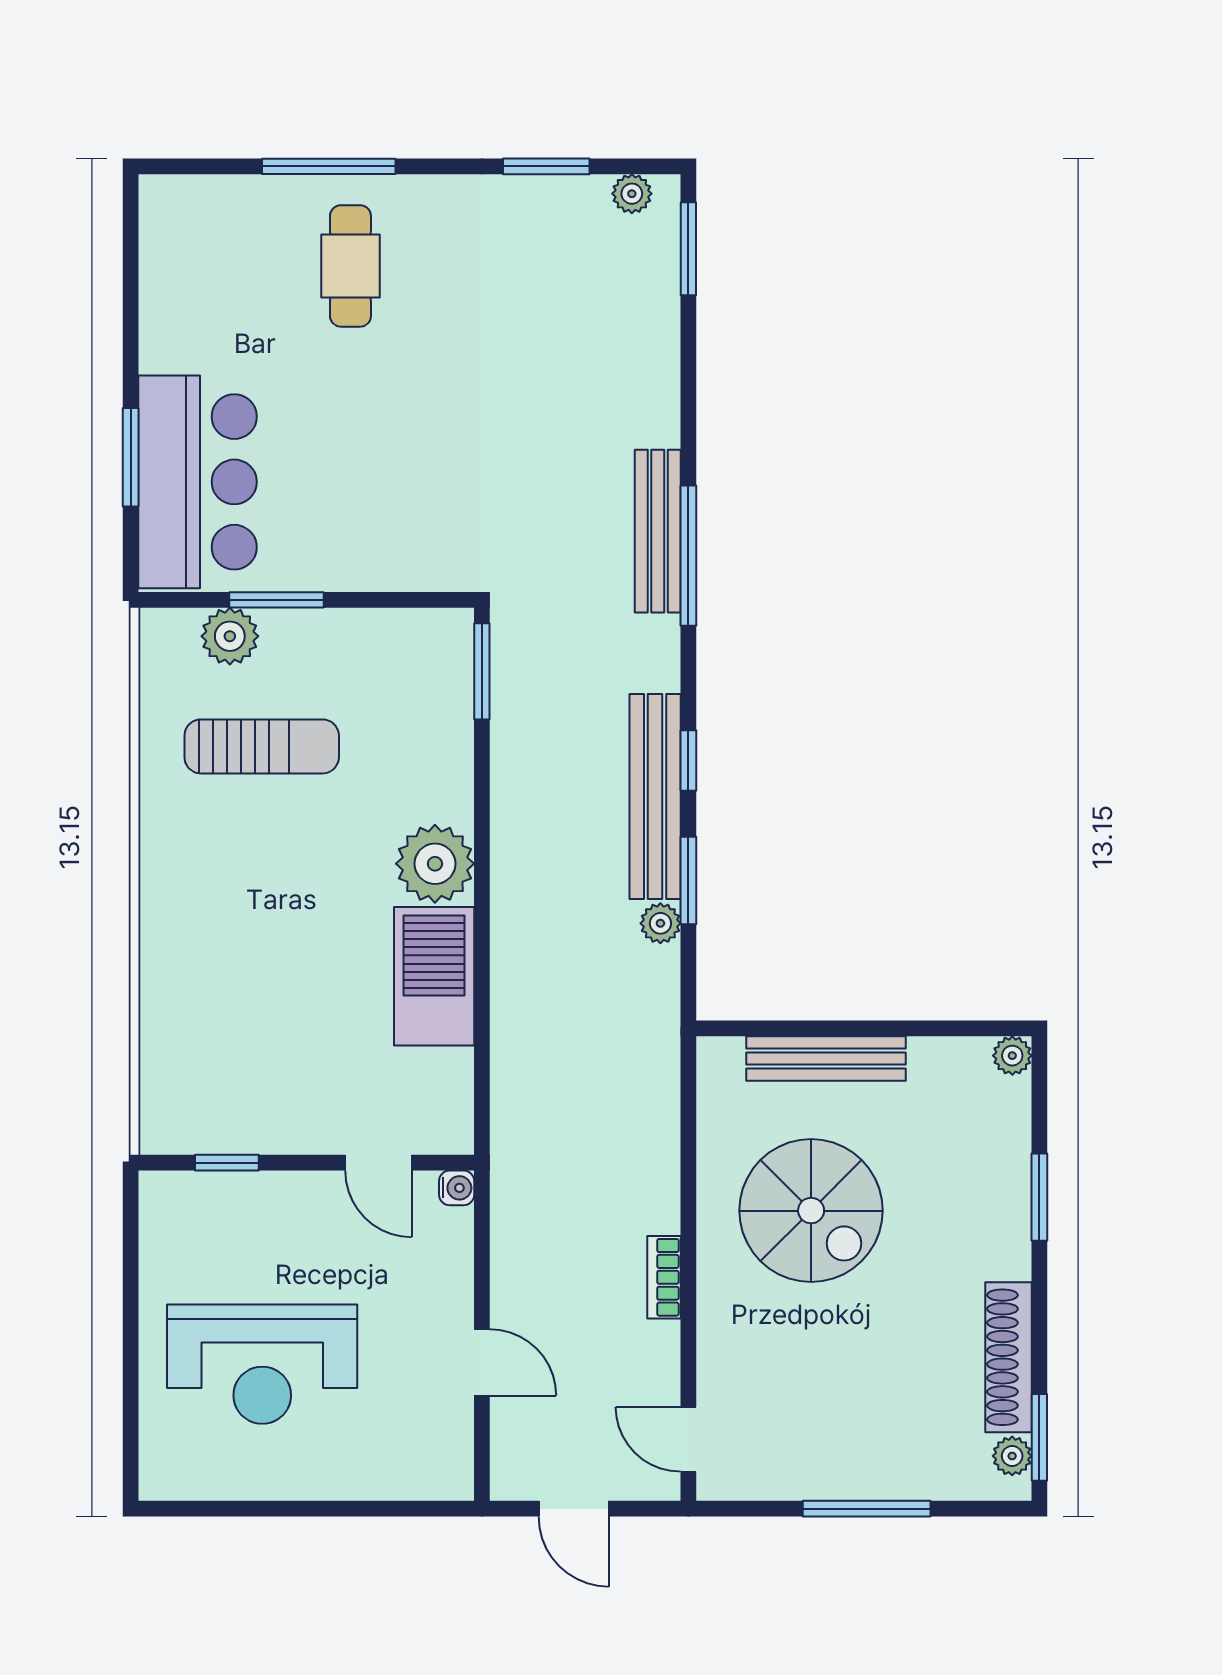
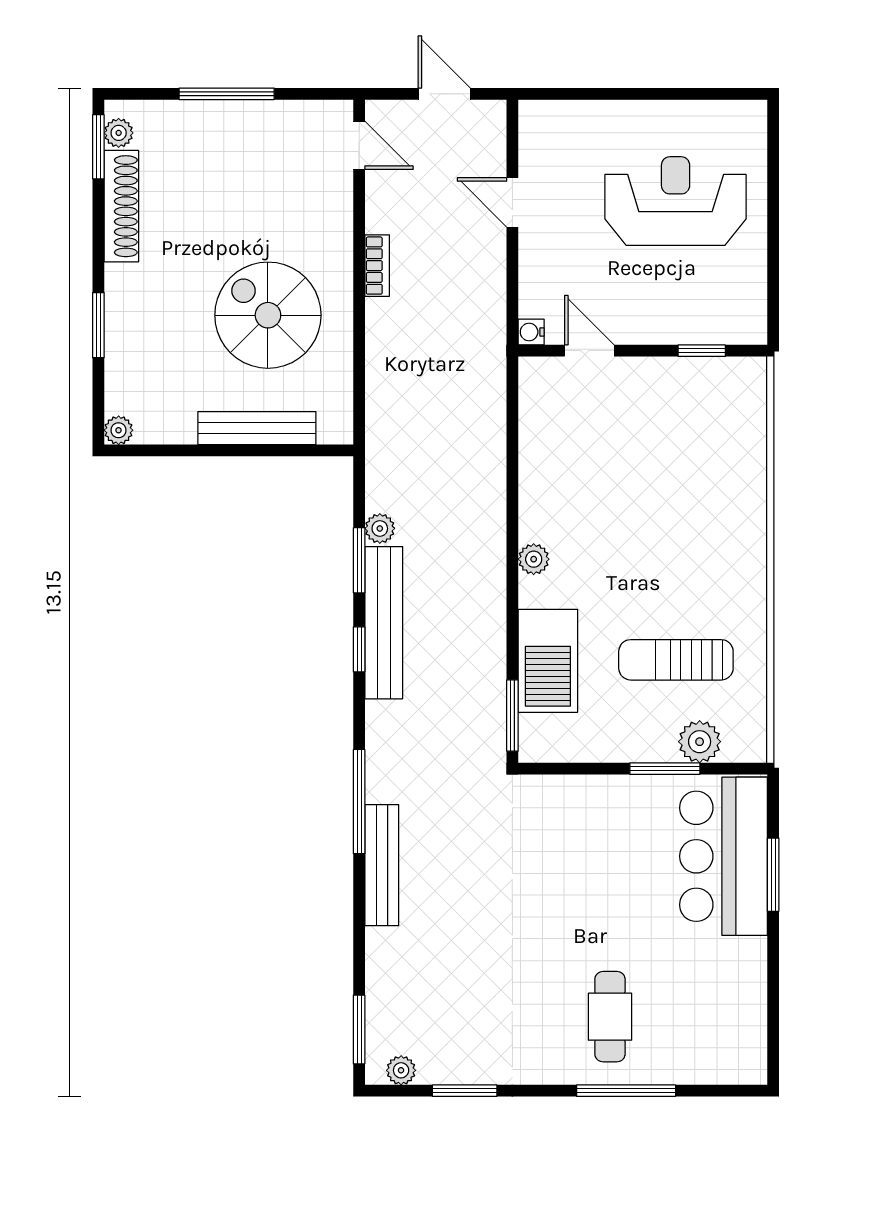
bench: (658, 531) -> (382, 865), moved
plant: (435, 864) -> (534, 559), width x0.53, depth x0.53
barbecue: (434, 976) -> (548, 661), moved

